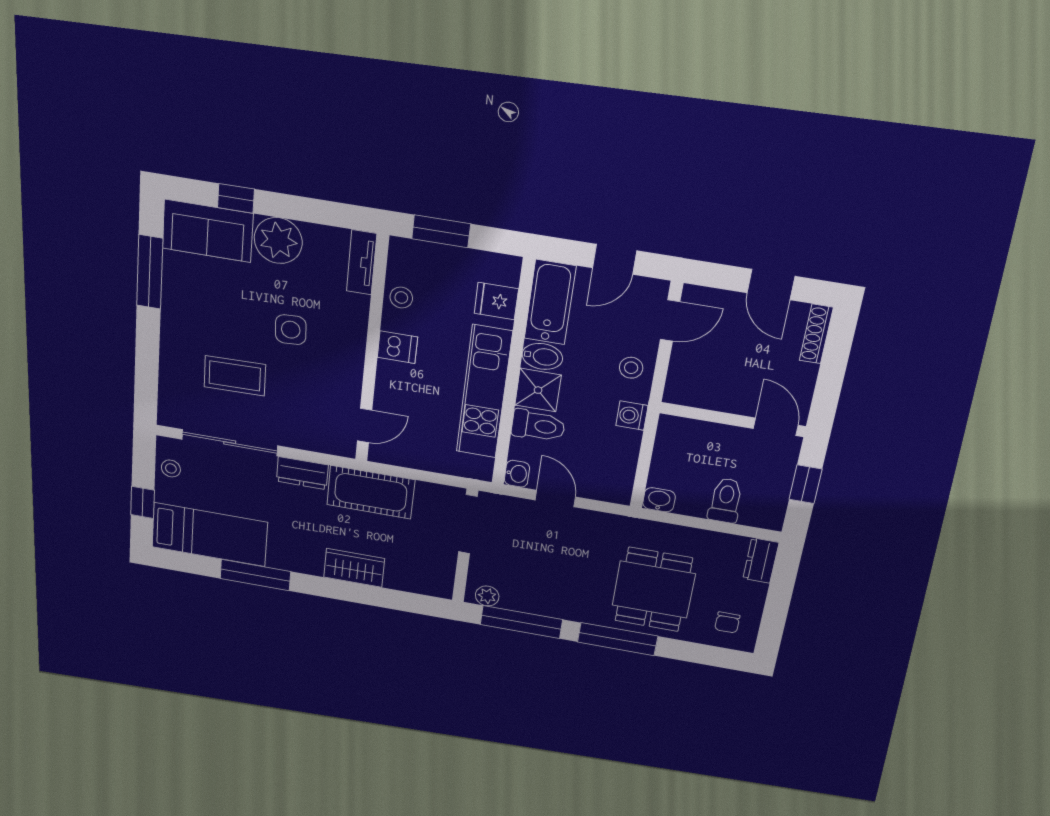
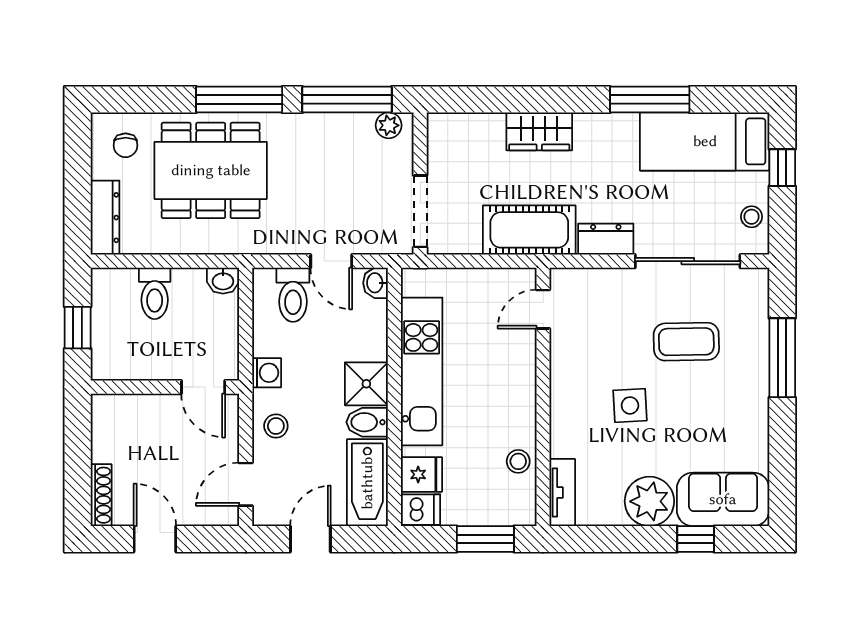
window: (150, 272) -> (782, 358), moved
dishwasher: (397, 347) -> (420, 510), moved, turned 180
toilet: (538, 426) -> (293, 295), moved, turned -90
door: (776, 427) -> (203, 387), moved
dresser: (761, 561) -> (105, 218), width x1.44
dining table: (654, 590) -> (211, 170), width x1.38
chair: (727, 622) -> (126, 145), turned 180

